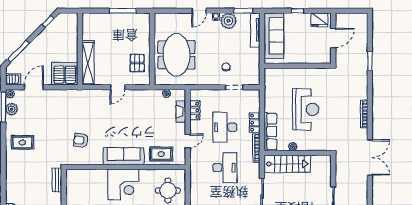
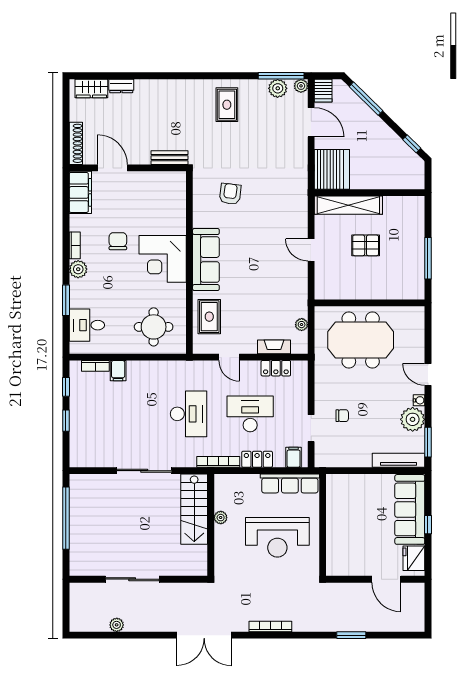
sofa: (274, 36) -> (410, 509), moved, turned 90
pallet: (137, 63) -> (366, 245), moved
wall: (298, 66) -> (323, 525), moved
filing cabinet: (253, 99) -> (294, 457), added
row of seats: (270, 132) -> (290, 483), moved
desk: (225, 168) -> (189, 414), turned -90

